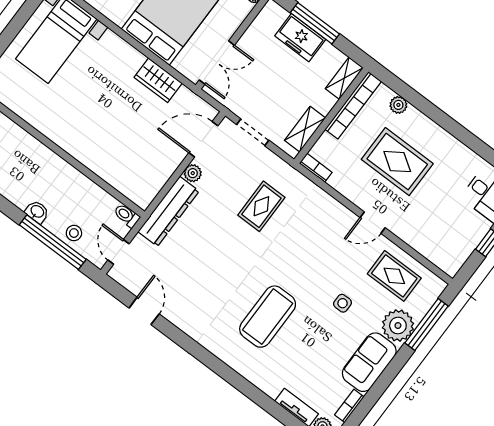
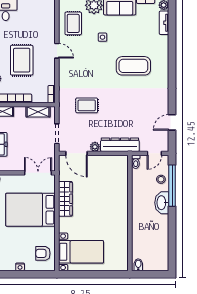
wardrobe: (158, 80) -> (65, 199), width x1.50
washbasin: (37, 212) -> (162, 203), width x1.91, depth x1.45

